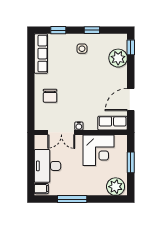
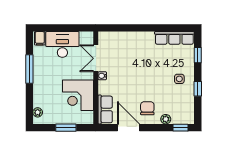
plant: (118, 58) -> (166, 119), width x0.53, depth x0.53
chair: (50, 96) -> (147, 108), moved, turned 90
plant: (116, 187) -> (38, 112), width x0.53, depth x0.53

